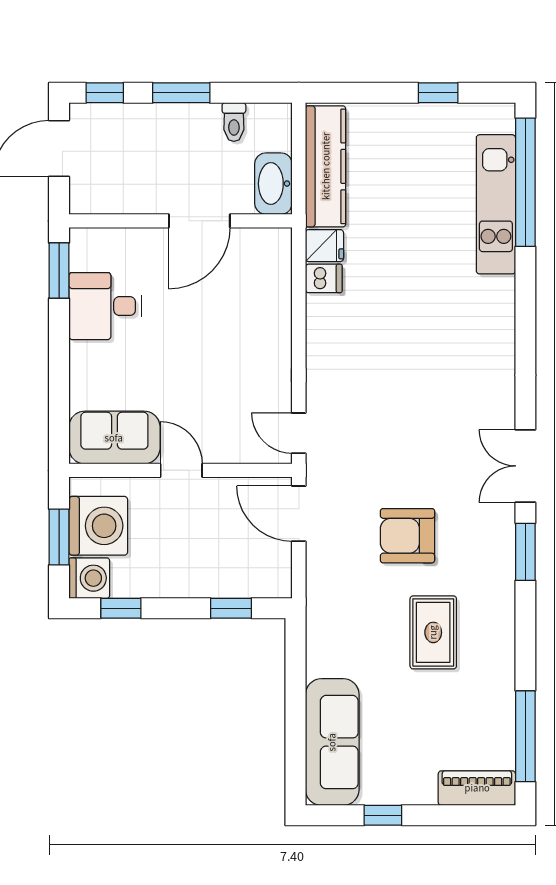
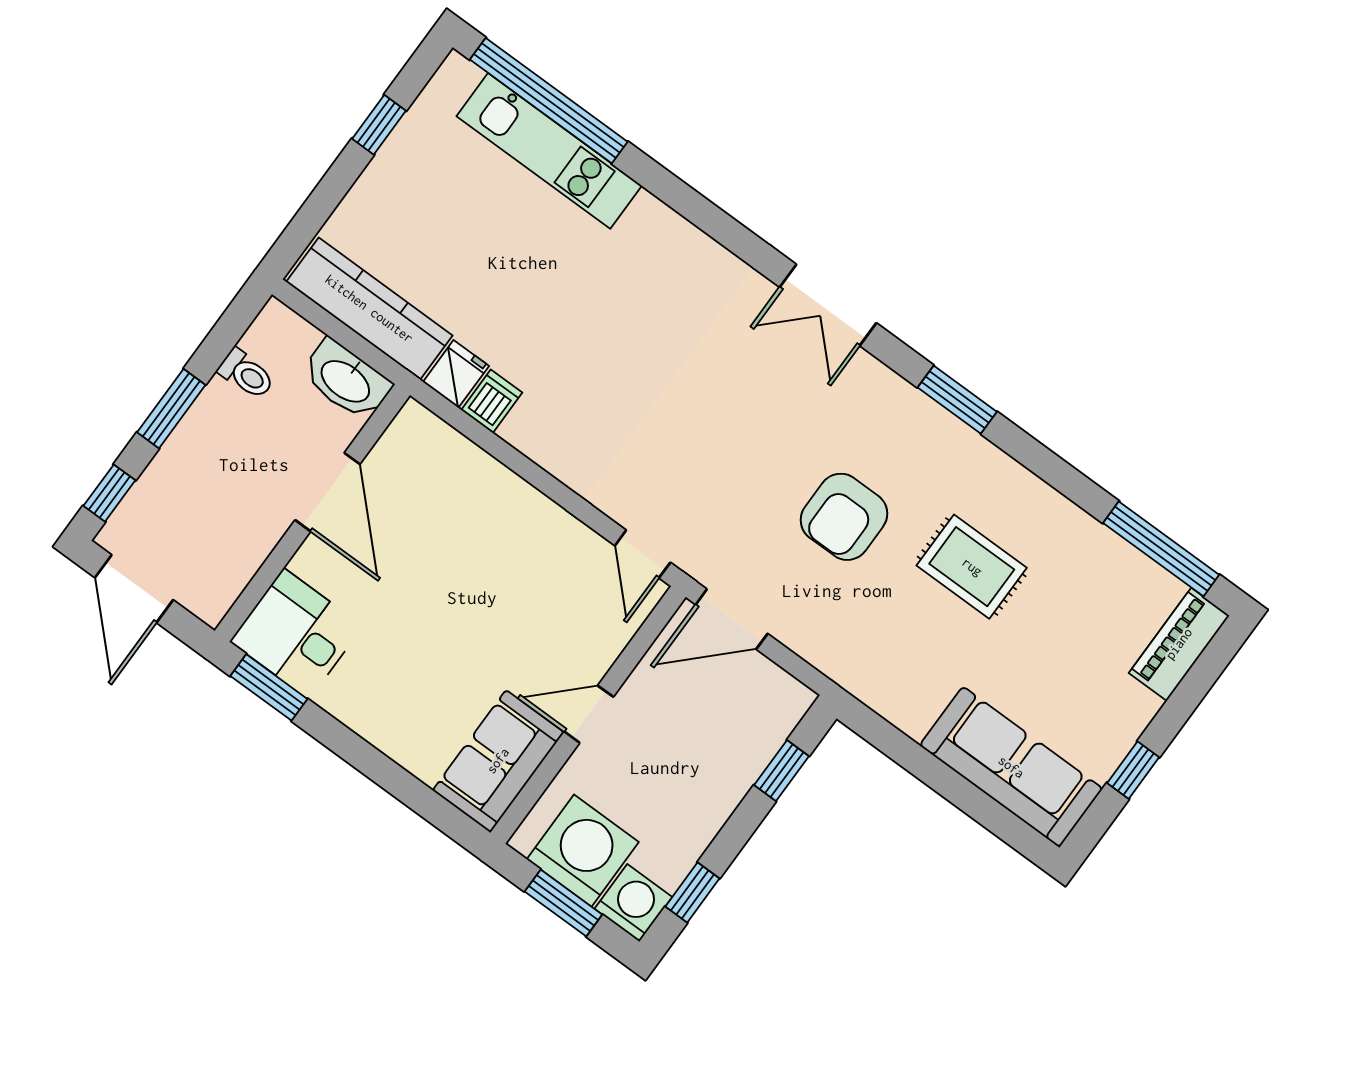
desk: (105, 306) -> (296, 634), moved, turned 90
door: (299, 433) -> (643, 554), hinge flipped
double door: (525, 466) -> (828, 305), moved

